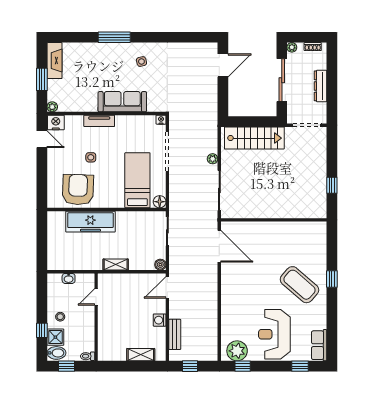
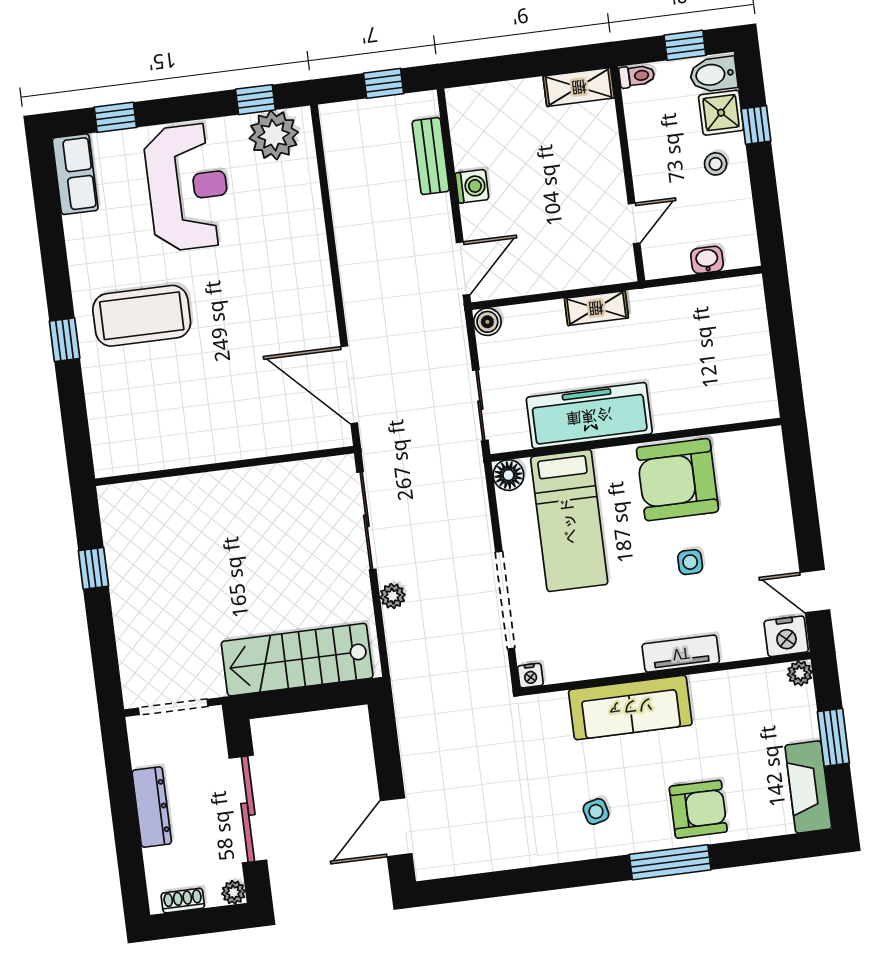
armchair: (100, 57) -> (698, 809), added
armchair: (78, 190) -> (677, 480), moved, turned 88
freezer: (90, 222) -> (589, 416), moved
coffee table: (300, 285) -> (142, 316), turned -41
shelving: (141, 355) -> (579, 87), moved

